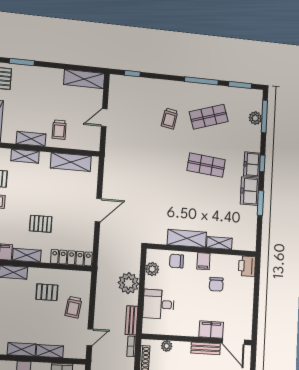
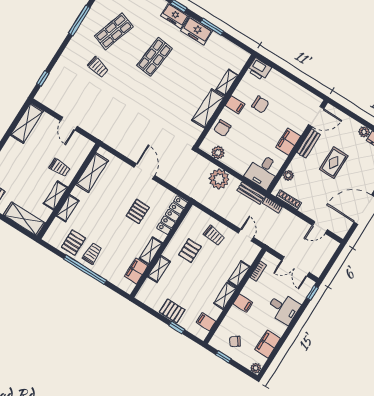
shop shelf: (209, 117) -> (114, 31), turned 36
pallet: (41, 224) -> (138, 211), moved
desk: (159, 304) -> (263, 171), moved
filing cabinet: (211, 329) -> (288, 142), moved

